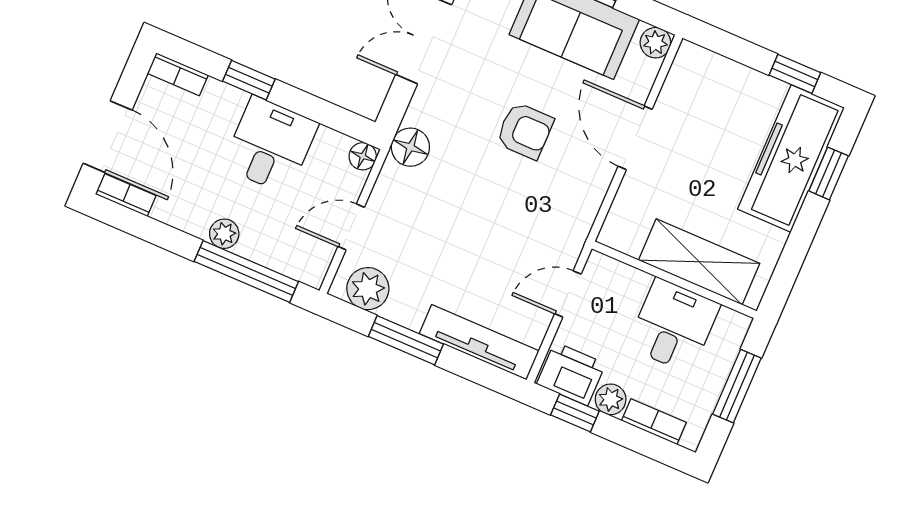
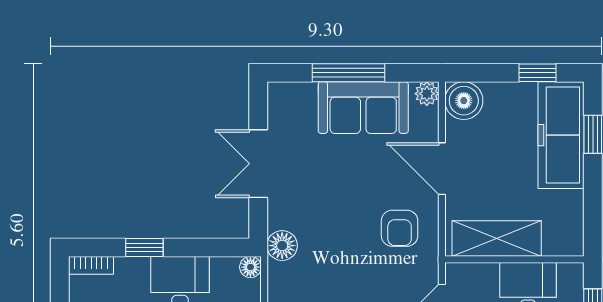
boiler: (695, 69) -> (464, 101), added
armchair: (525, 131) -> (400, 228), moved, turned 90
shelving: (699, 262) -> (497, 239), moved

